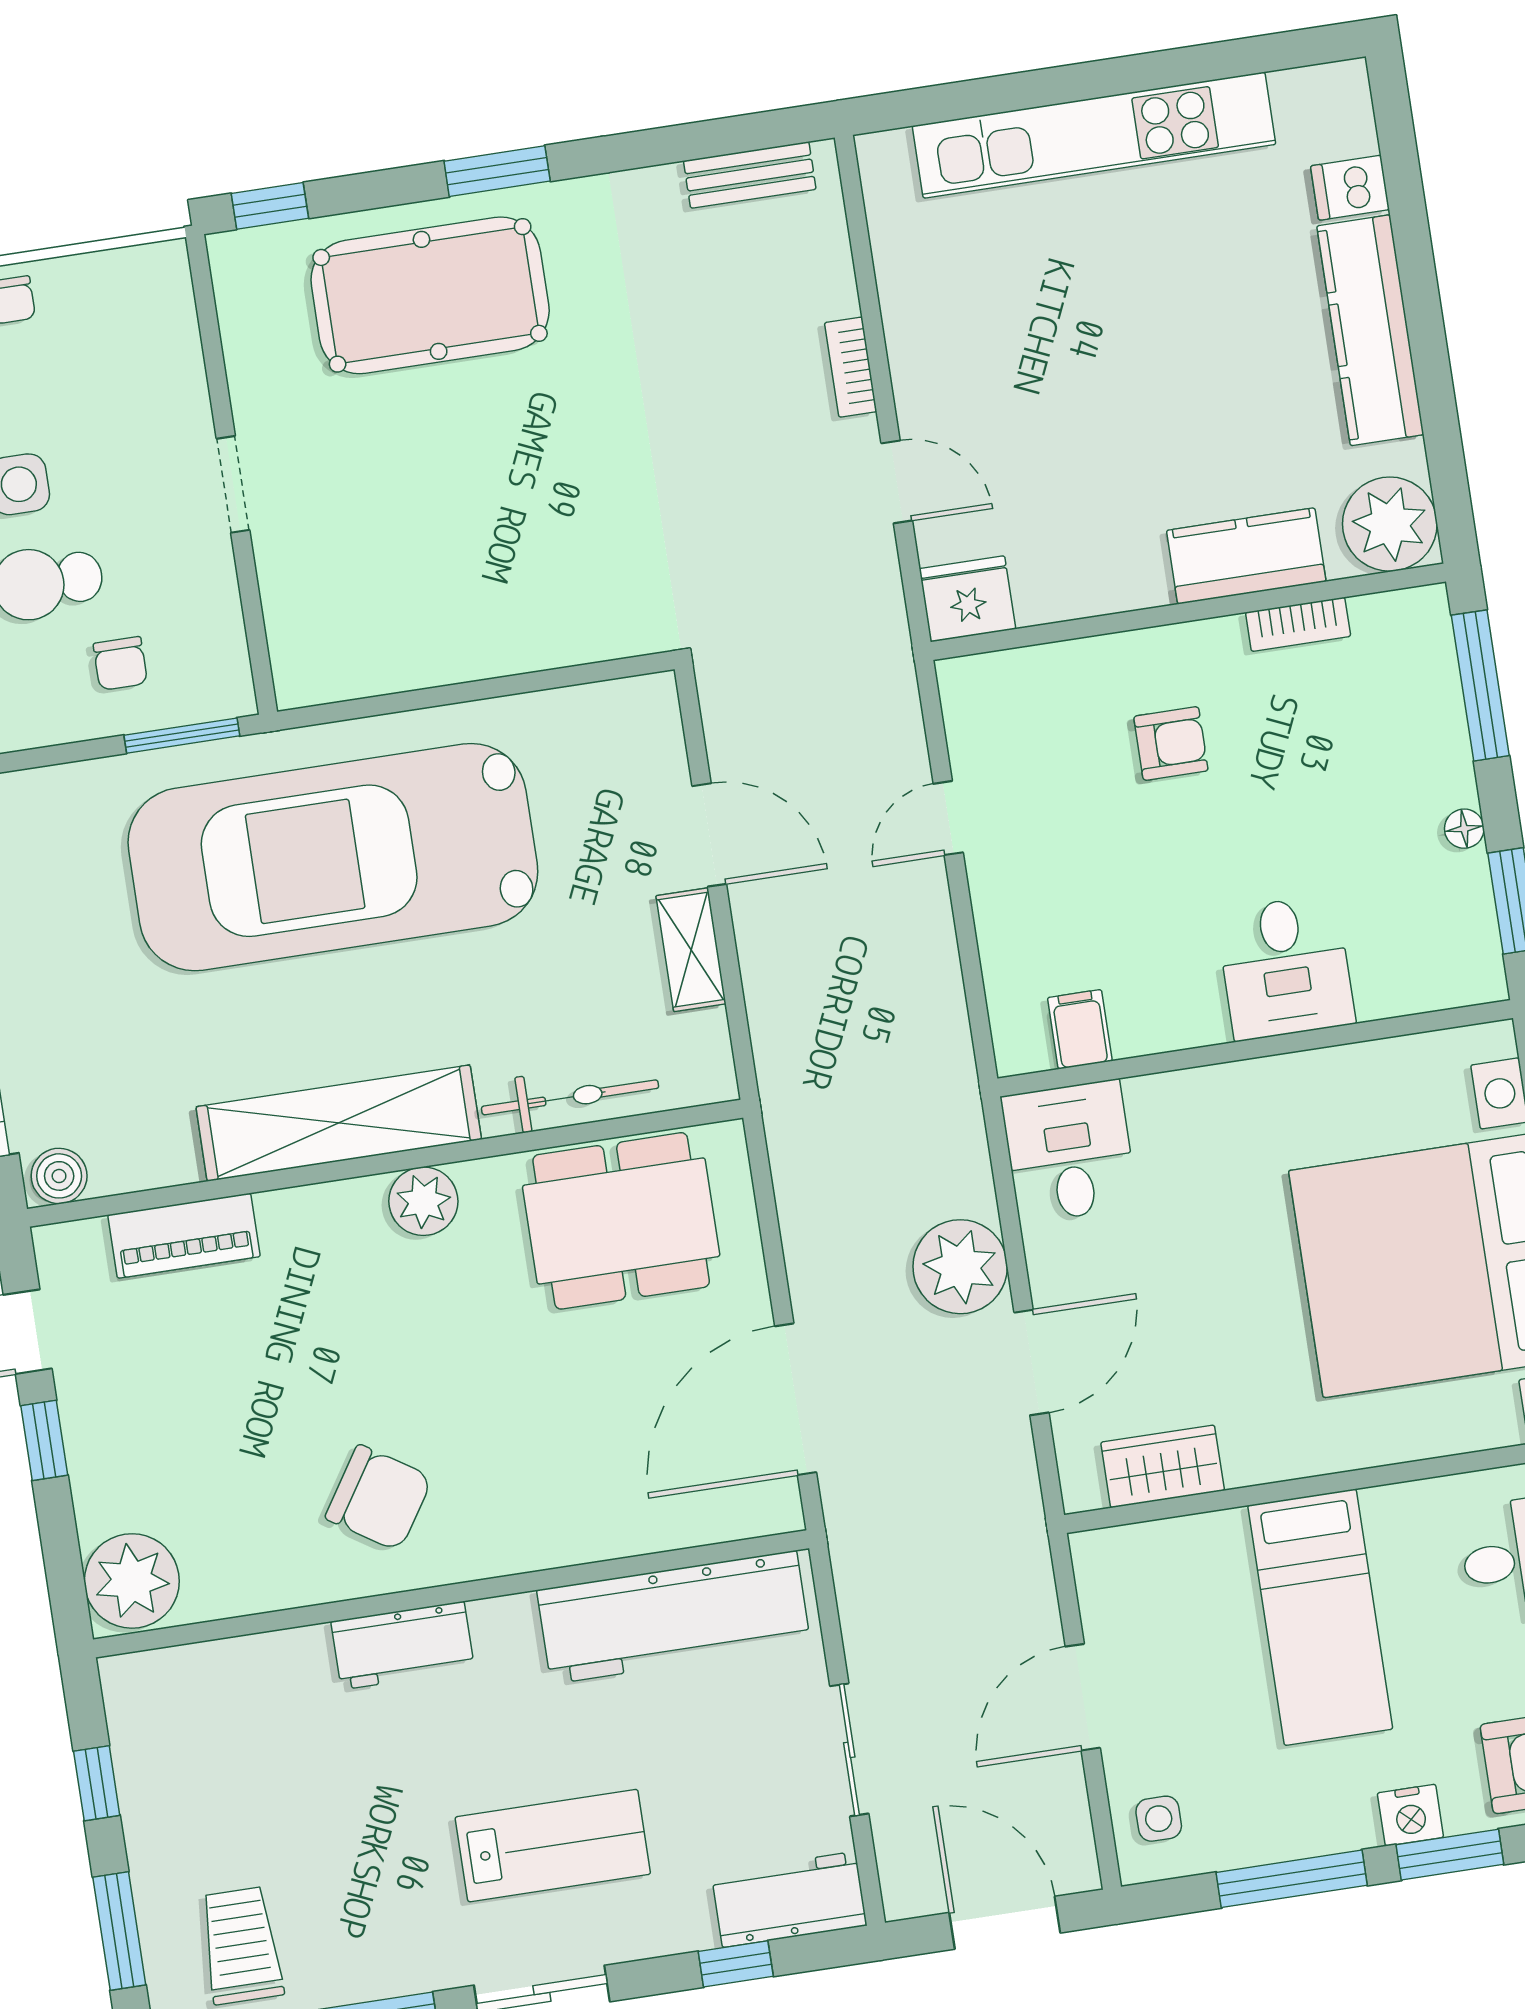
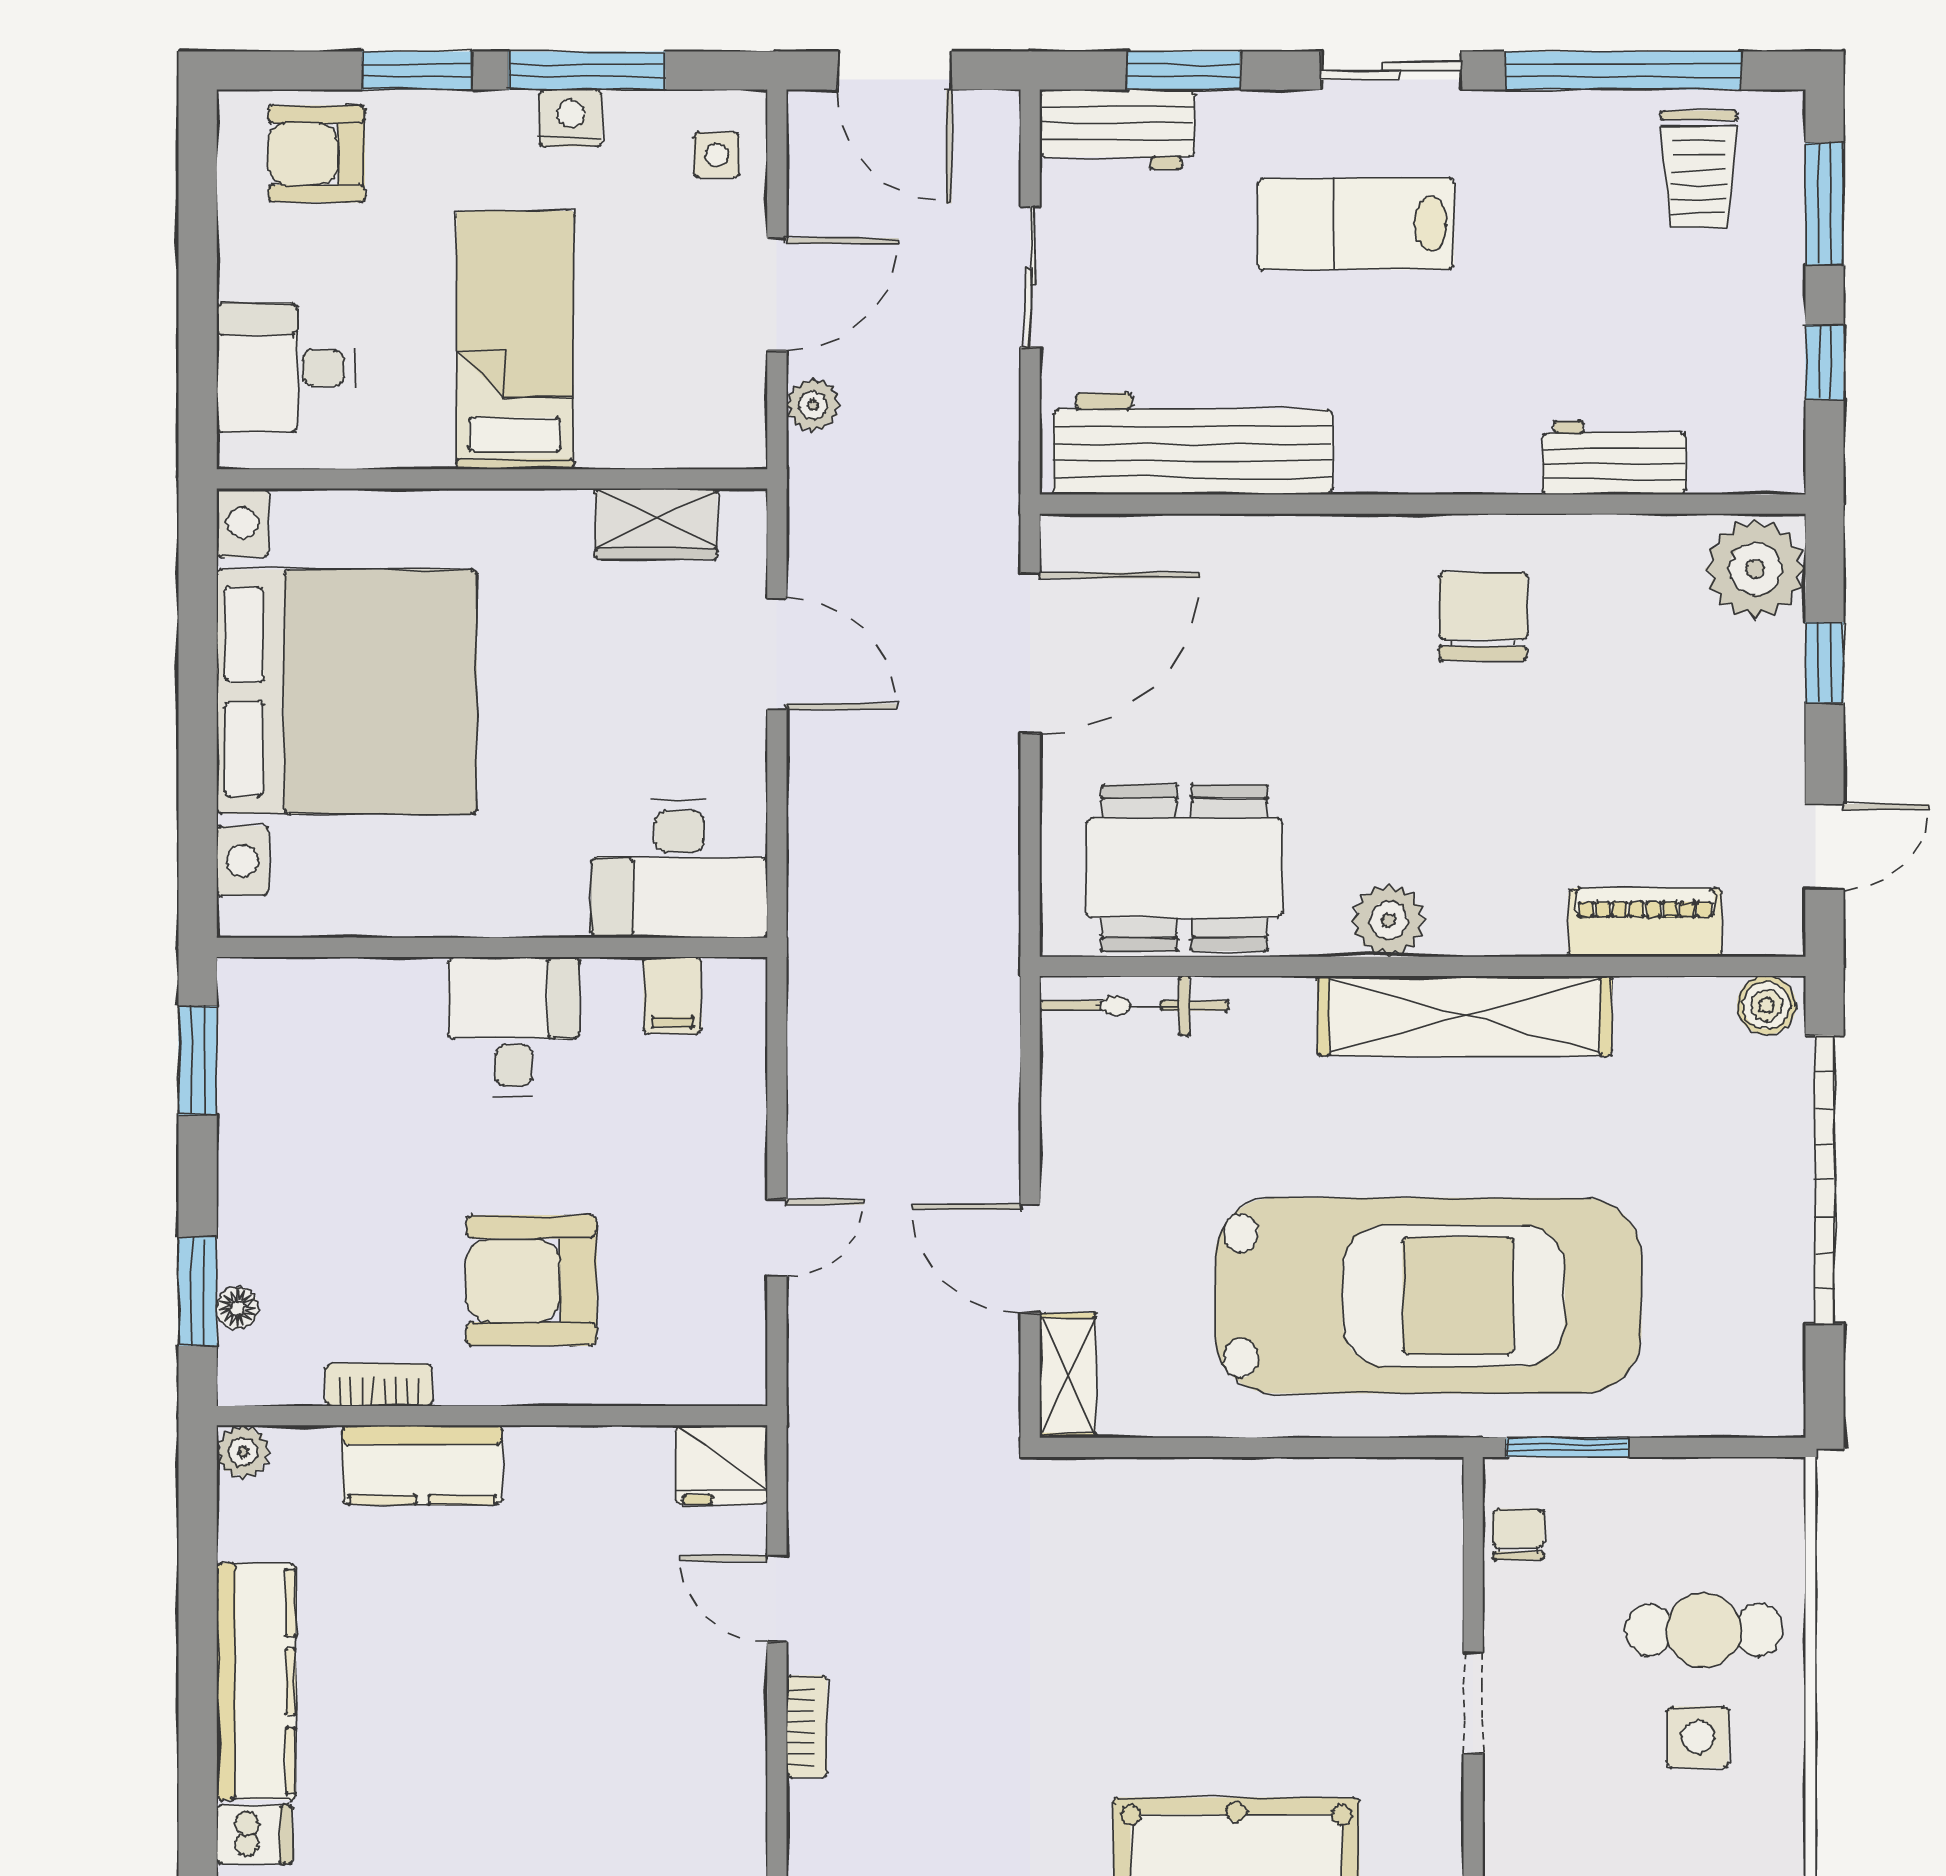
plant: (1390, 524) -> (243, 1452), width x0.53, depth x0.53
chair: (120, 663) -> (1518, 1534), moved
window: (1480, 685) -> (198, 1291), width x0.69
armchair: (1171, 744) -> (531, 1280), width x1.88, depth x1.88
floor lamp: (1464, 829) -> (237, 1308), moved
shelving: (691, 950) -> (1068, 1376), moved
desk: (1285, 967) -> (514, 1027), moved
bicycle: (570, 1097) -> (1134, 1006), moved
desk: (1069, 1152) -> (679, 869), width x1.37
plant: (960, 1267) -> (813, 405), moved, width x0.53, depth x0.53
door: (1031, 1362) -> (777, 654), swing flipped
window: (44, 1440) -> (1825, 662), moved
chair: (379, 1498) -> (1483, 616), turned 57
workbench: (403, 1646) -> (1614, 458), moved
nightstand: (1410, 1815) -> (571, 118), moved
window: (736, 1964) -> (1183, 71), width x1.50

